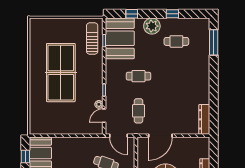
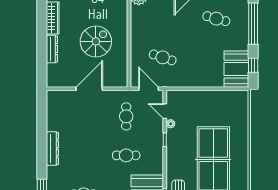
door: (104, 116) -> (165, 111), swing flipped
dresser: (204, 119) -> (52, 148), moved
door: (160, 136) -> (89, 89), moved

